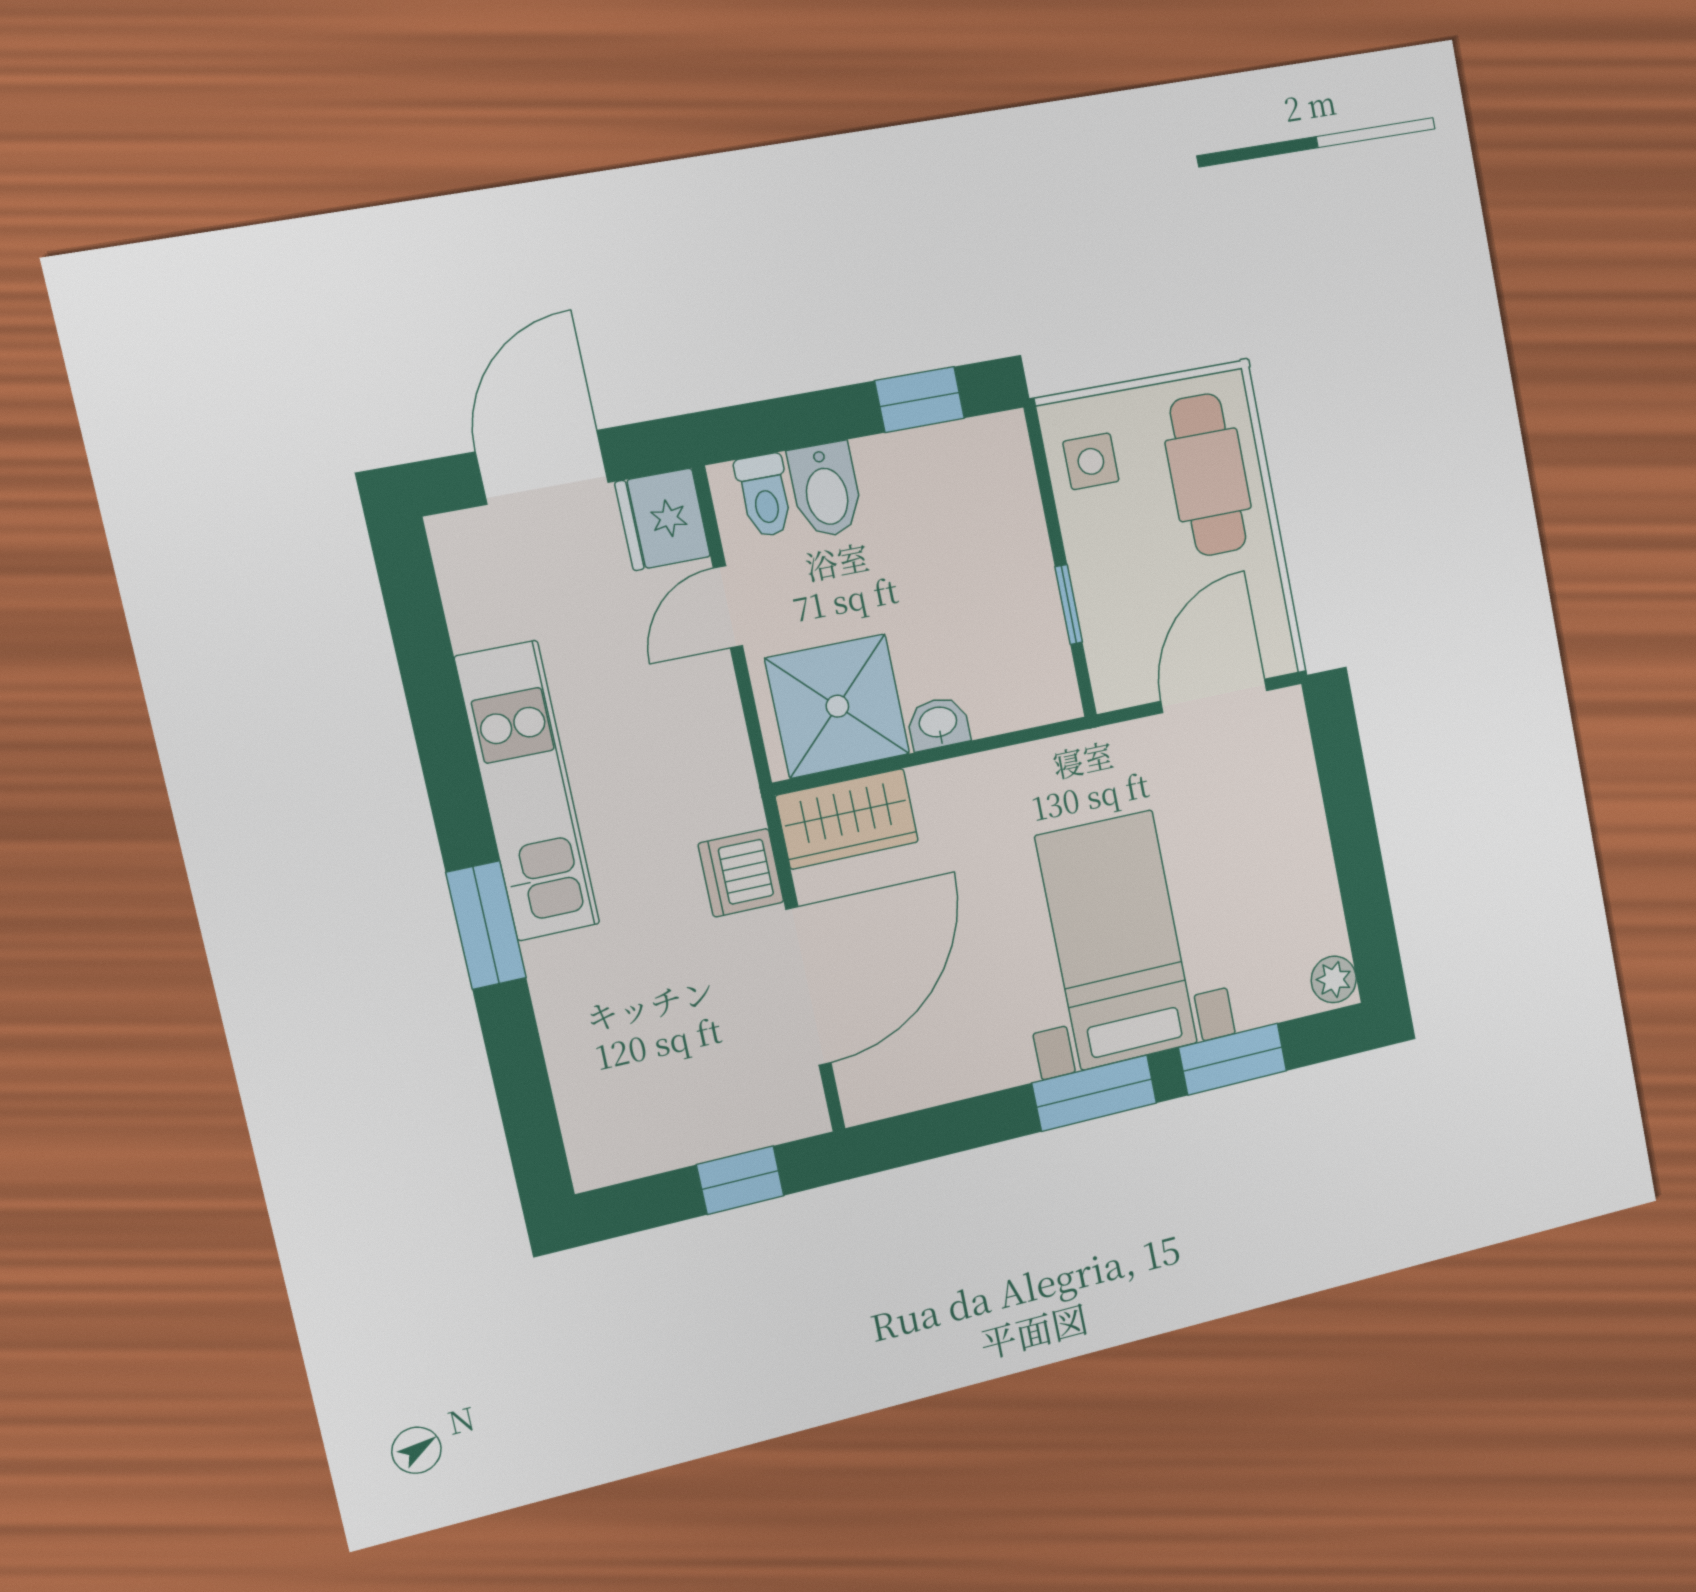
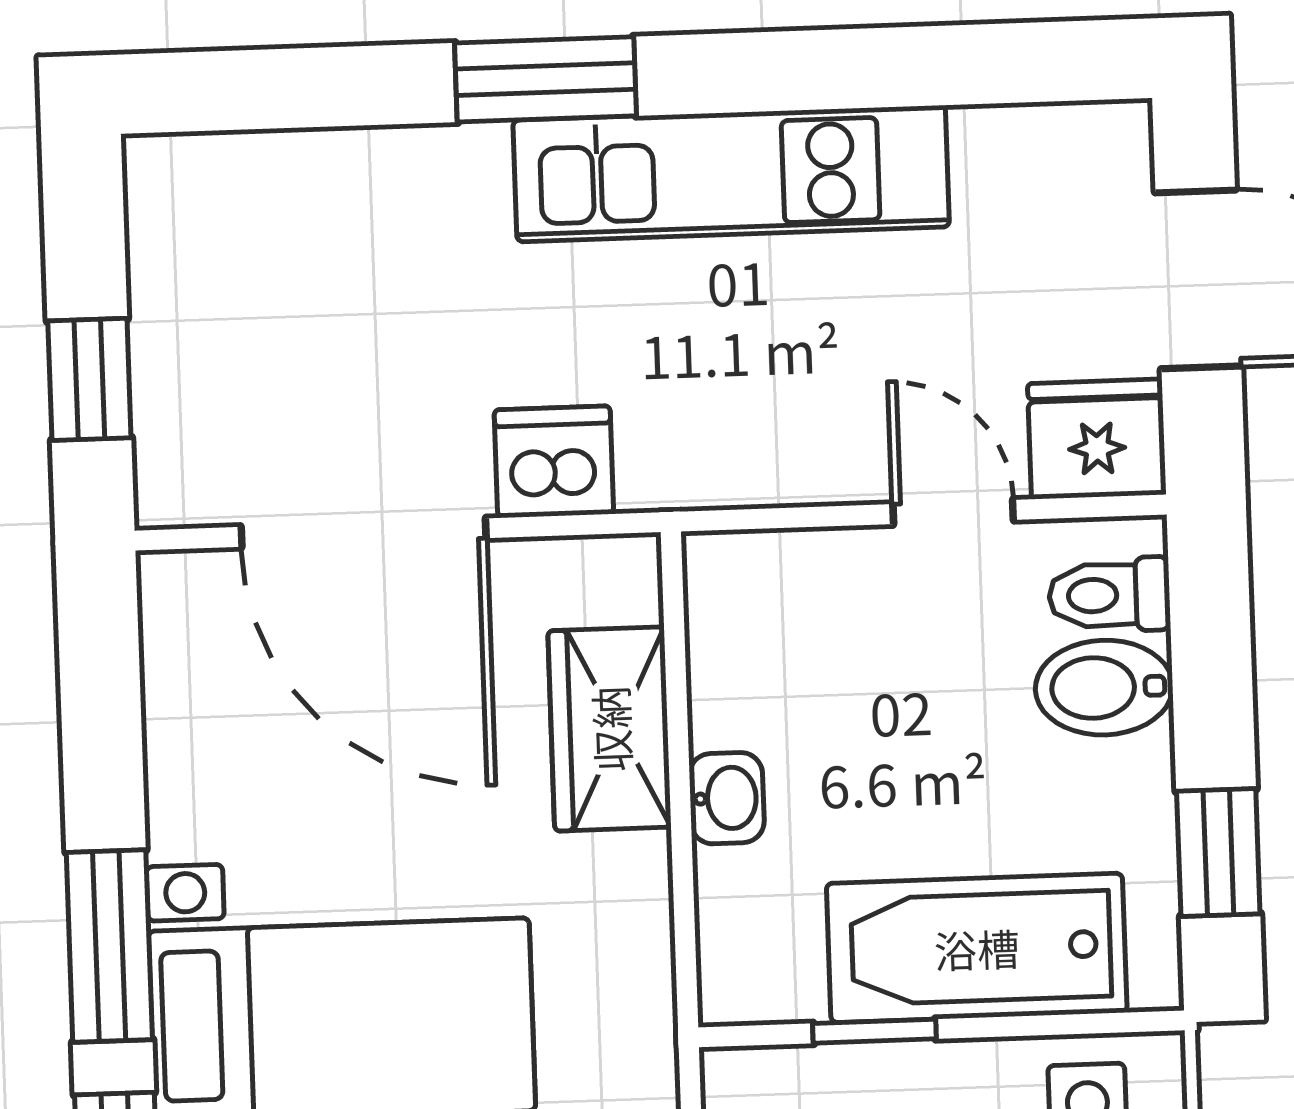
bathtub: (1006, 547) -> (977, 948), added
shower: (837, 706) -> (779, 649), removed
wardrobe: (847, 819) -> (610, 729), moved

